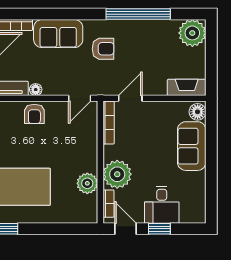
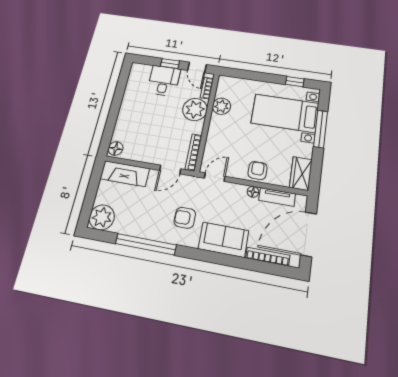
fireplace: (187, 87) -> (125, 174), width x1.37, depth x1.32
sofa: (192, 146) -> (128, 122), removed

